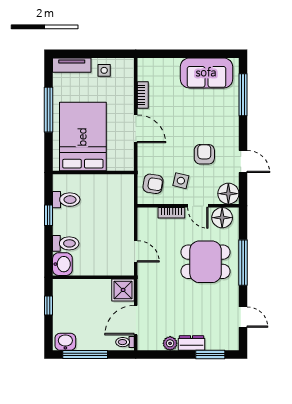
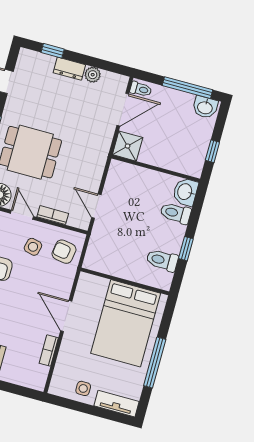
door: (136, 251) -> (96, 206), moved
window: (210, 354) -> (53, 51), width x0.67

